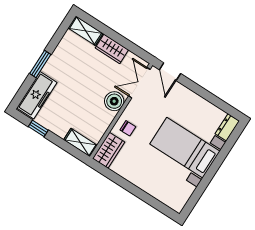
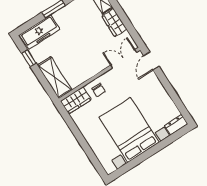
boiler: (114, 101) -> (98, 64), removed
shelving: (80, 143) -> (55, 78), width x1.50, depth x1.33
bed with nightstands: (185, 148) -> (129, 130), width x1.36

